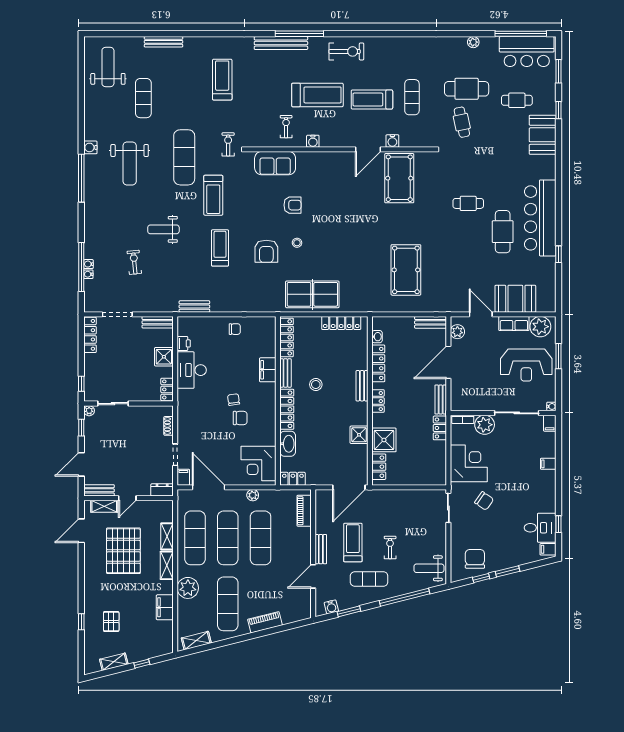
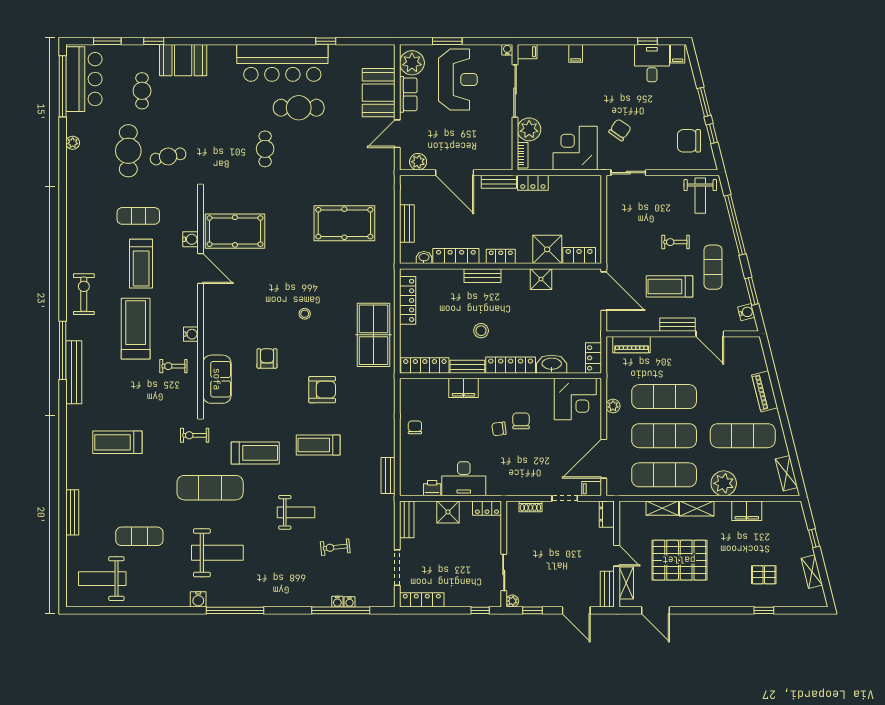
weight bench: (163, 229) -> (296, 512), turned -90
stool: (297, 243) -> (305, 314), moved
bench: (431, 322) -> (407, 224), moved

